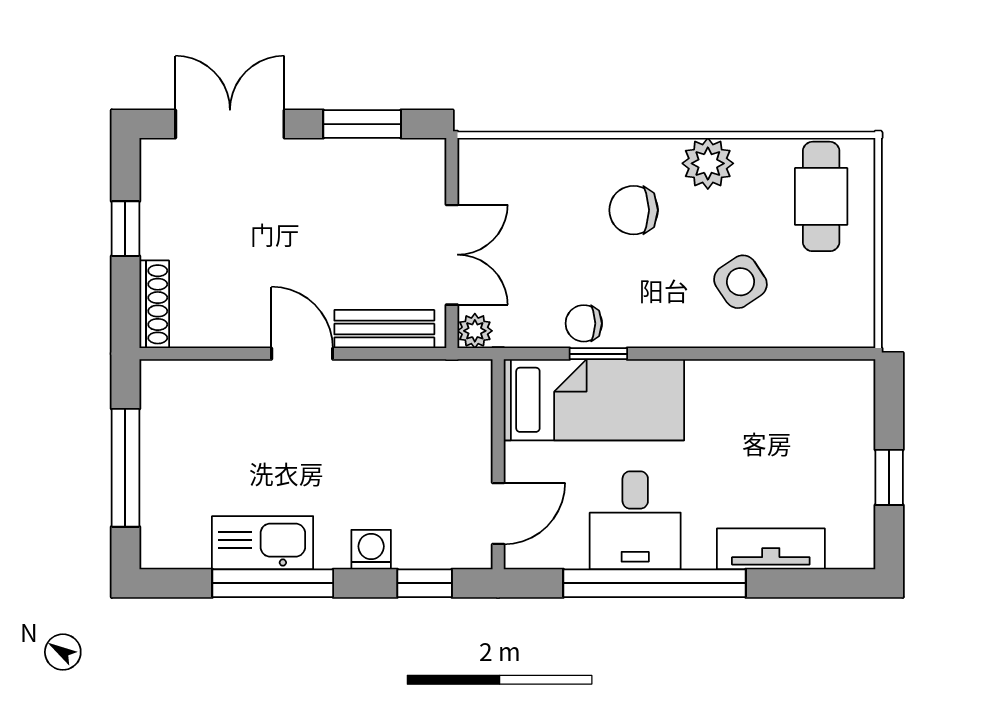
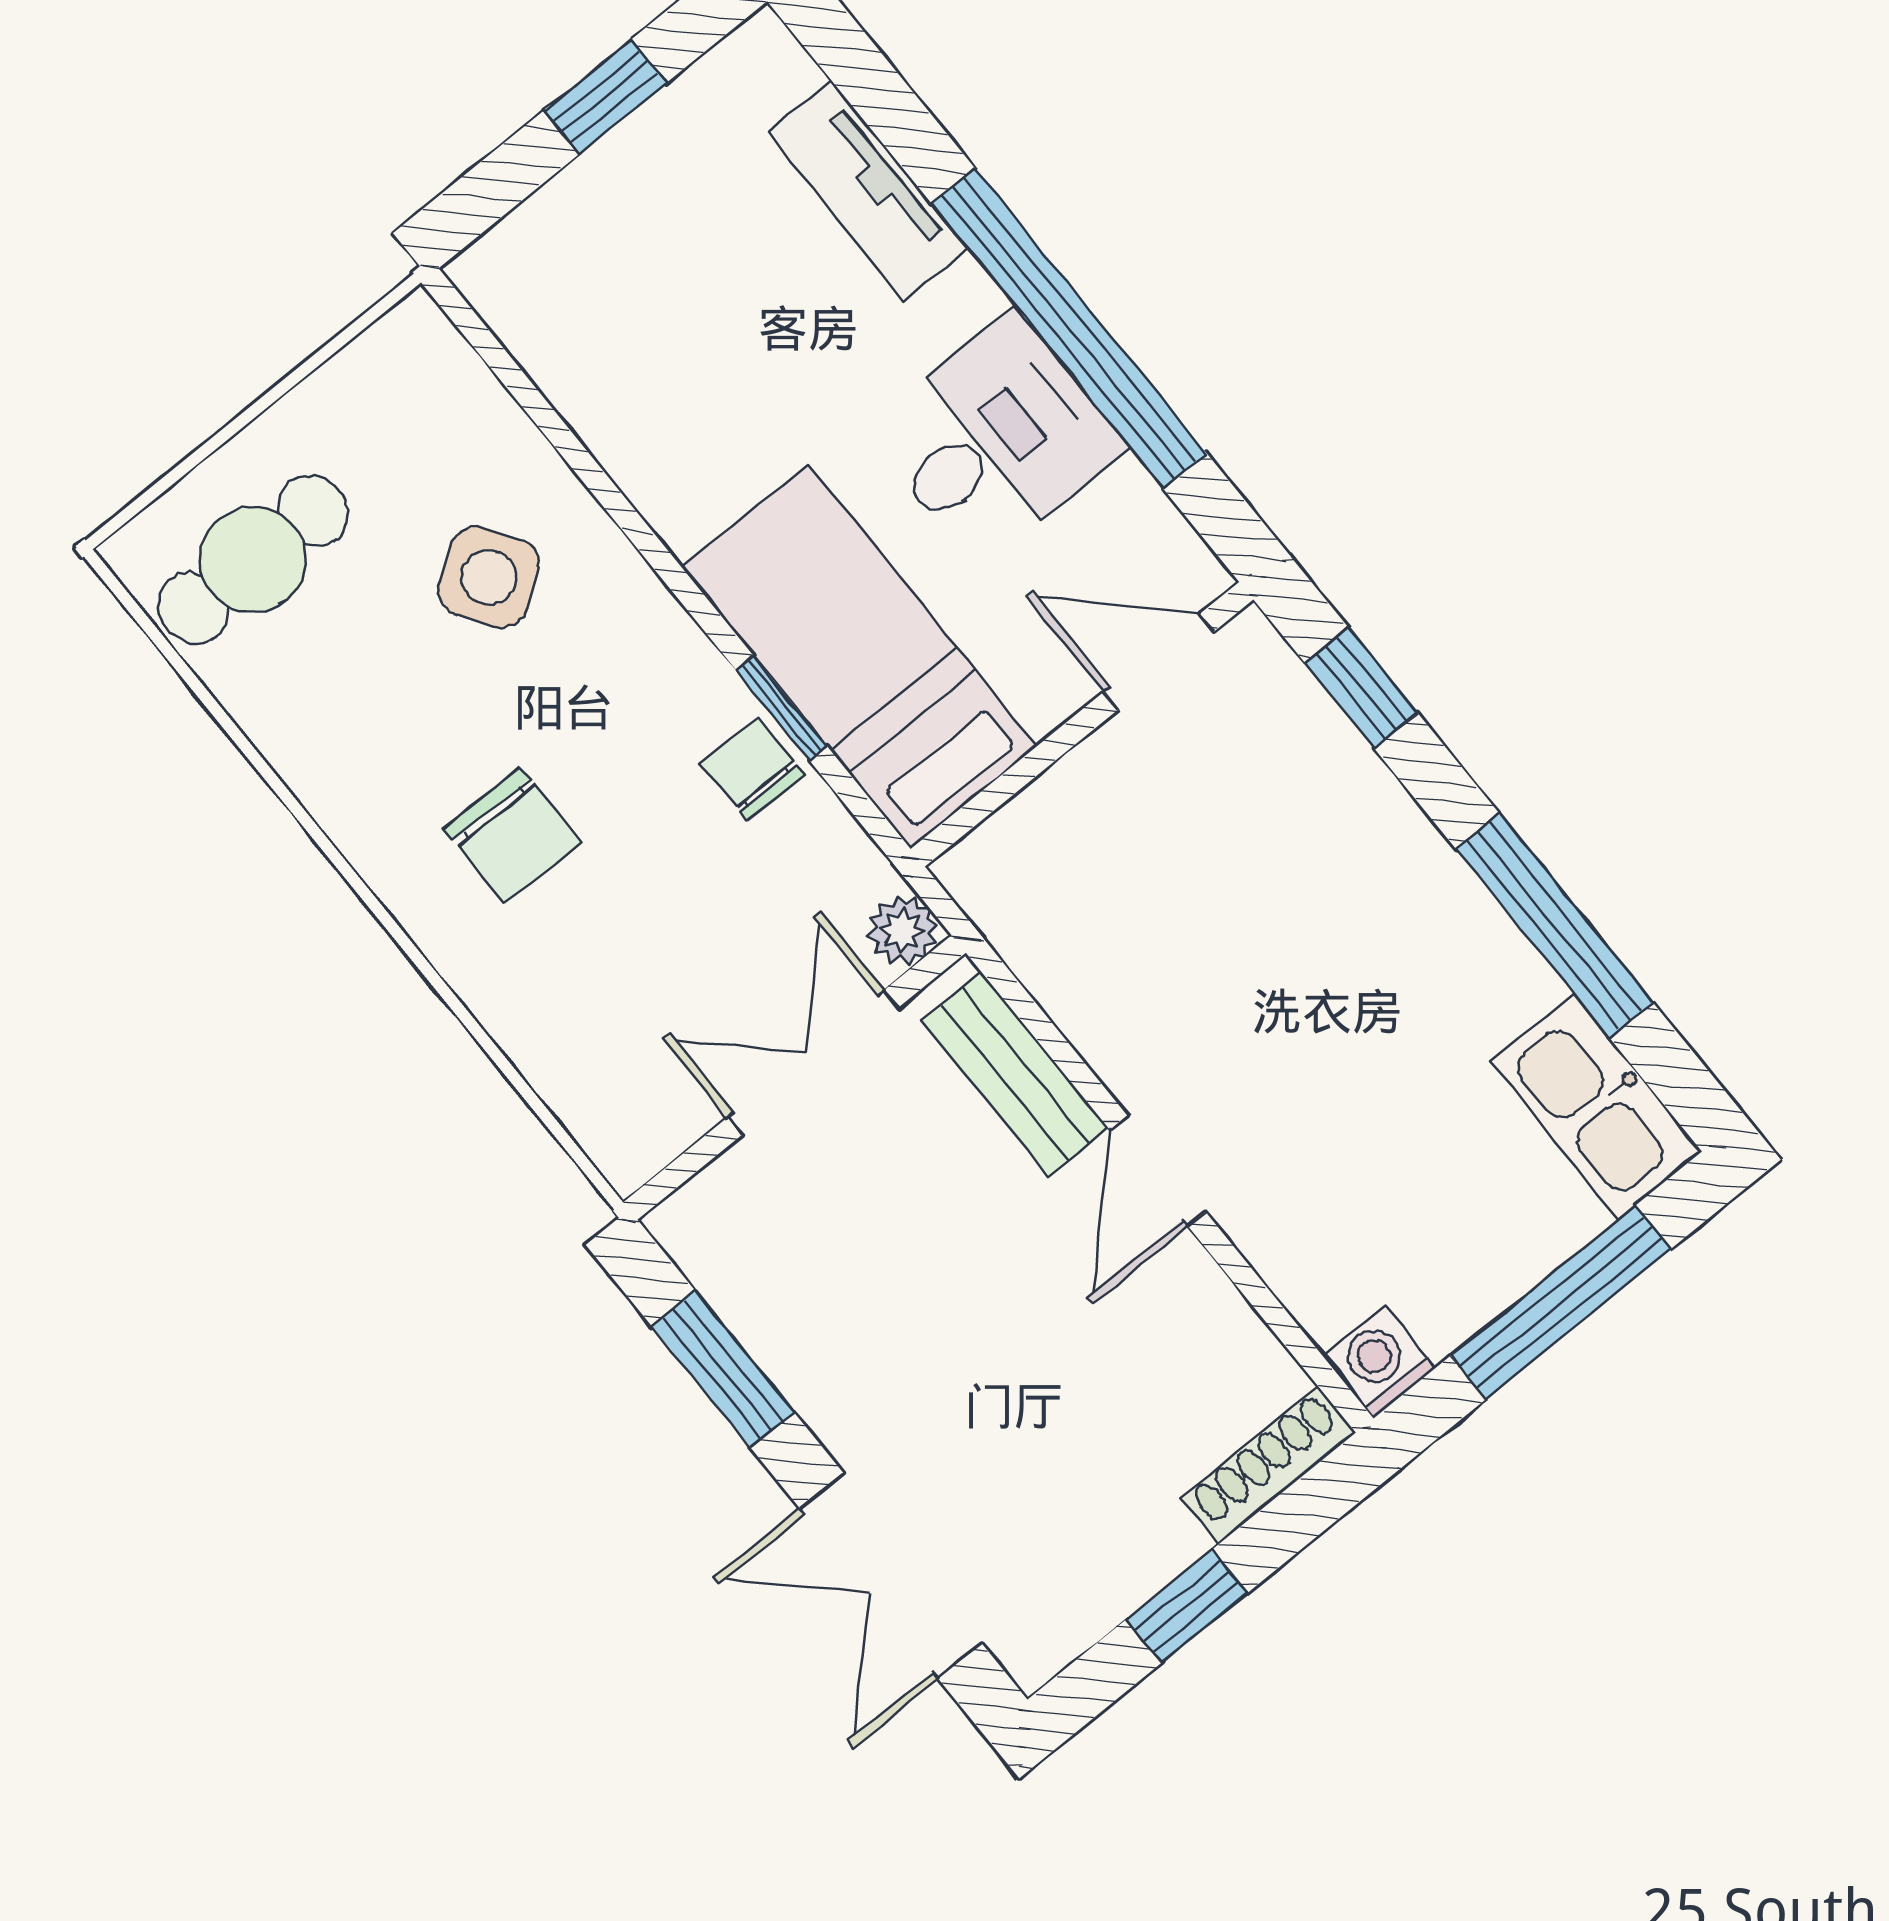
plant: (708, 163) -> (345, 779), removed
chair: (584, 323) -> (753, 769), turned 180
kitchen sink: (263, 543) -> (1596, 1106), moved
washing machine: (371, 550) -> (1379, 1362), moved, turned 90

